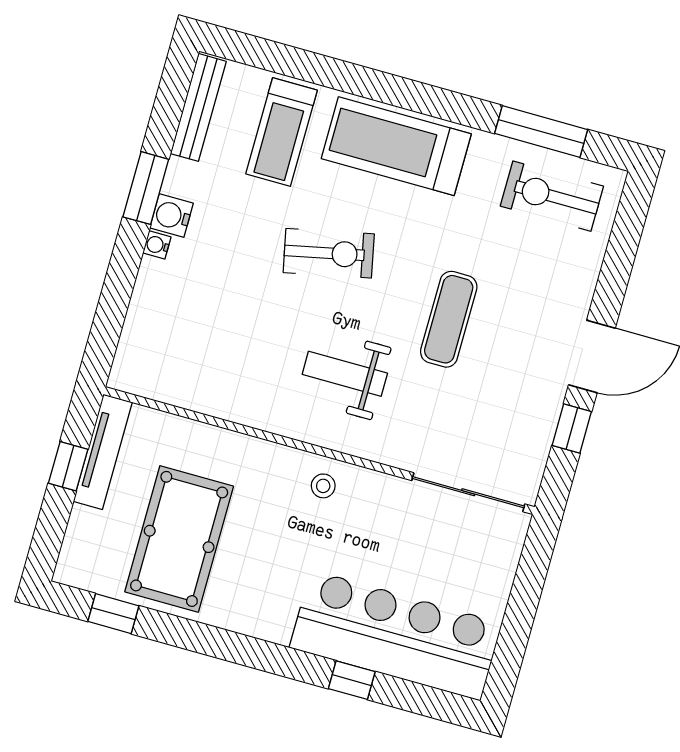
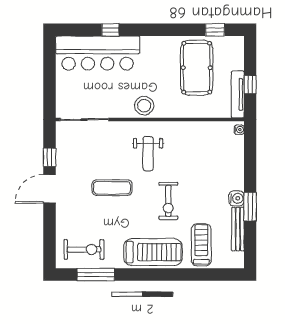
bench: (198, 107) -> (238, 229), moved
water cooler: (157, 245) -> (239, 130), moved
exercise bike: (329, 253) -> (168, 201), turned -78
exercise mat: (449, 319) -> (112, 188), turned 90
weight bench: (345, 374) -> (148, 154), turned 90
stool: (323, 486) -> (144, 106), width x1.89, depth x1.89

